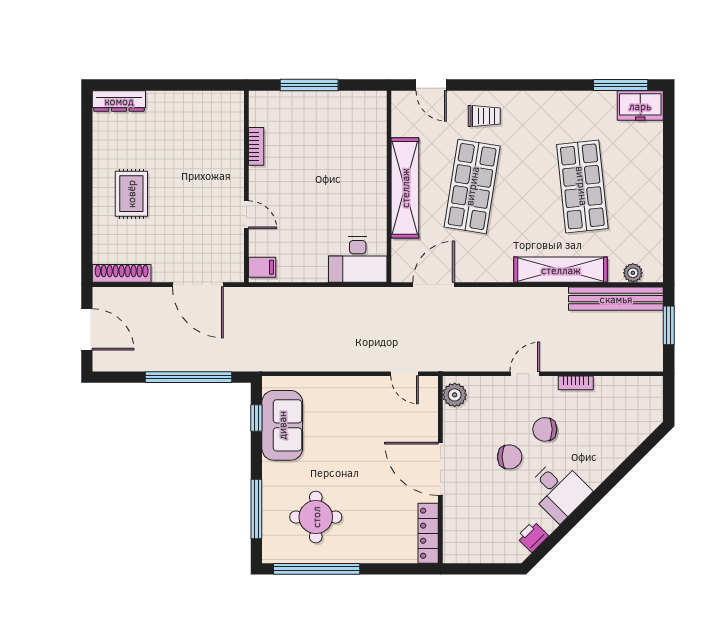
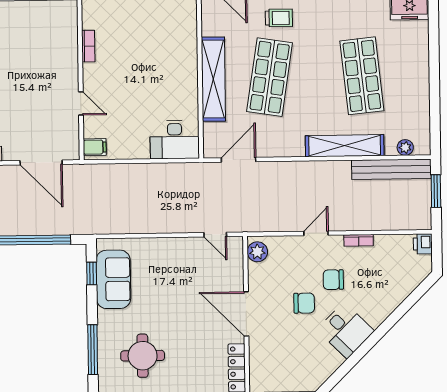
printer: (533, 537) -> (423, 244), moved, turned -45

